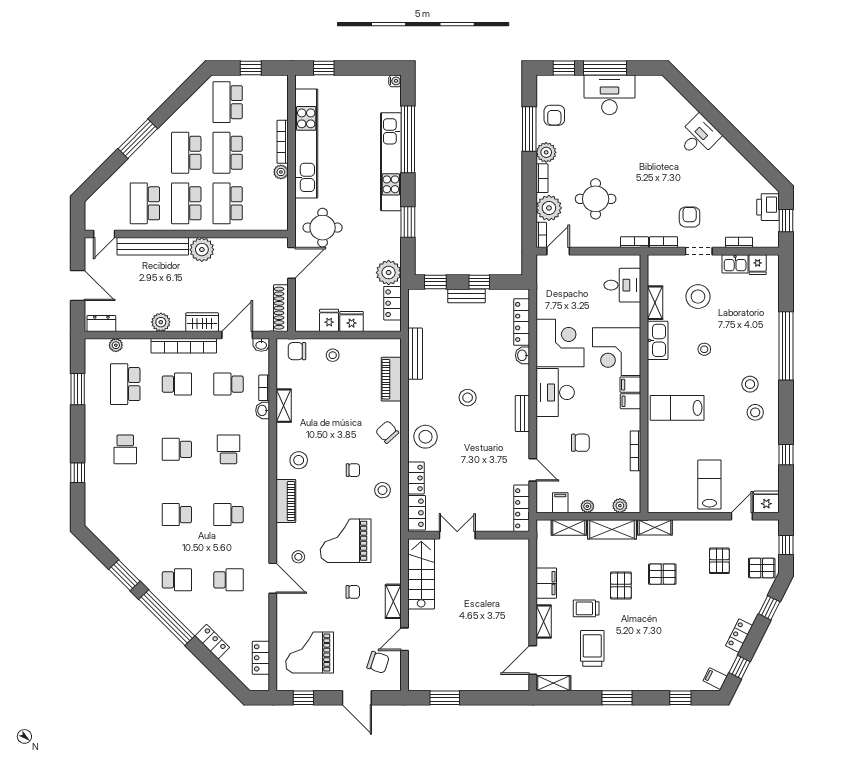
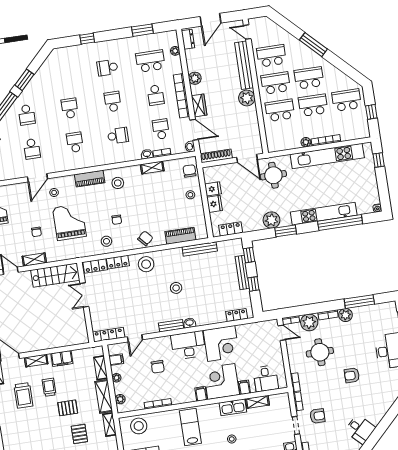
armchair: (554, 115) -> (352, 375), moved
desk: (699, 136) -> (360, 429), moved
plant: (389, 273) -> (271, 220), moved
bench: (466, 296) -> (242, 272), width x1.36
stool: (698, 297) -> (139, 426), moved
locker: (522, 322) -> (237, 315), width x0.66
washbasin: (522, 355) -> (190, 323), moved
filing cabinet: (630, 401) -> (244, 387), moved
double door: (457, 535) -> (84, 295), swing flipped
trolley: (592, 648) -> (23, 395), turned 90

